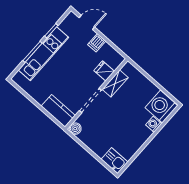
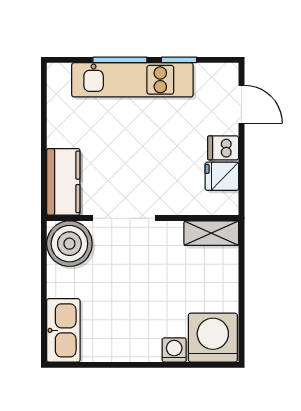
fridge: (104, 71) -> (222, 176), moved, turned -90
shelving: (115, 83) -> (211, 233), moved
boiler: (75, 129) -> (69, 244), width x1.86, depth x1.86
kitchen sink: (114, 161) -> (63, 330), width x1.38

